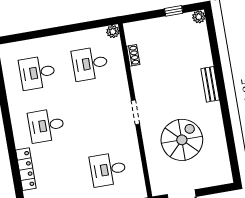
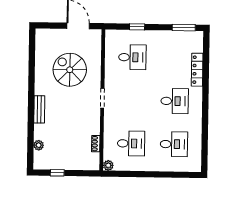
plant: (199, 17) -> (39, 145), moved
spiral stairs: (182, 140) -> (70, 70), turned 90

